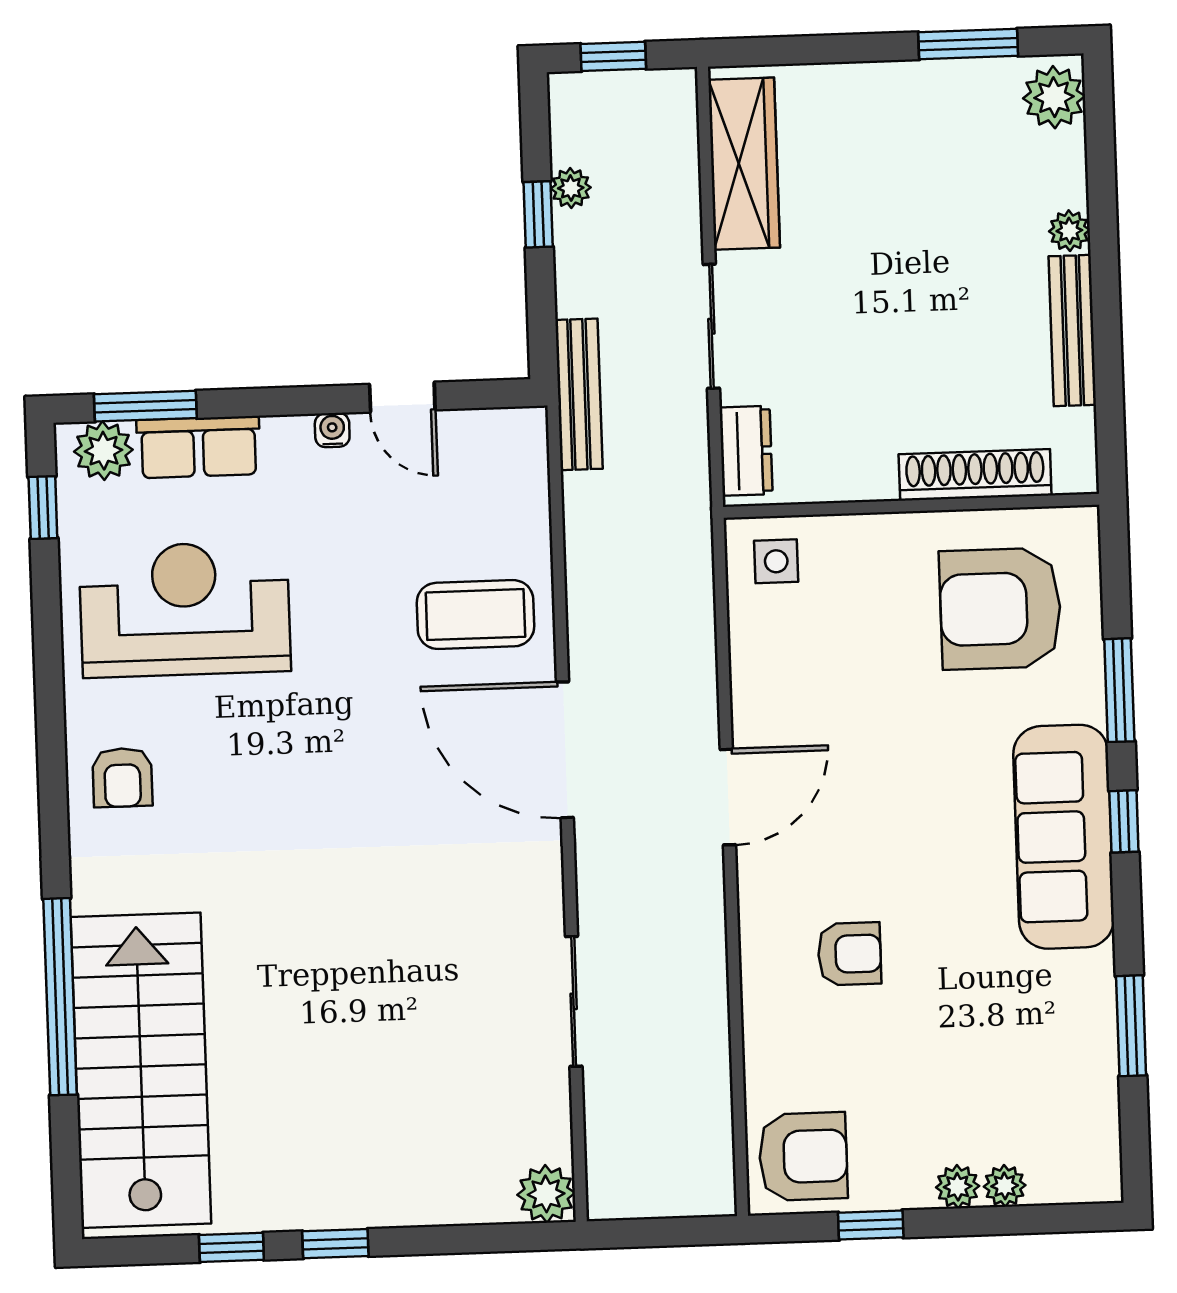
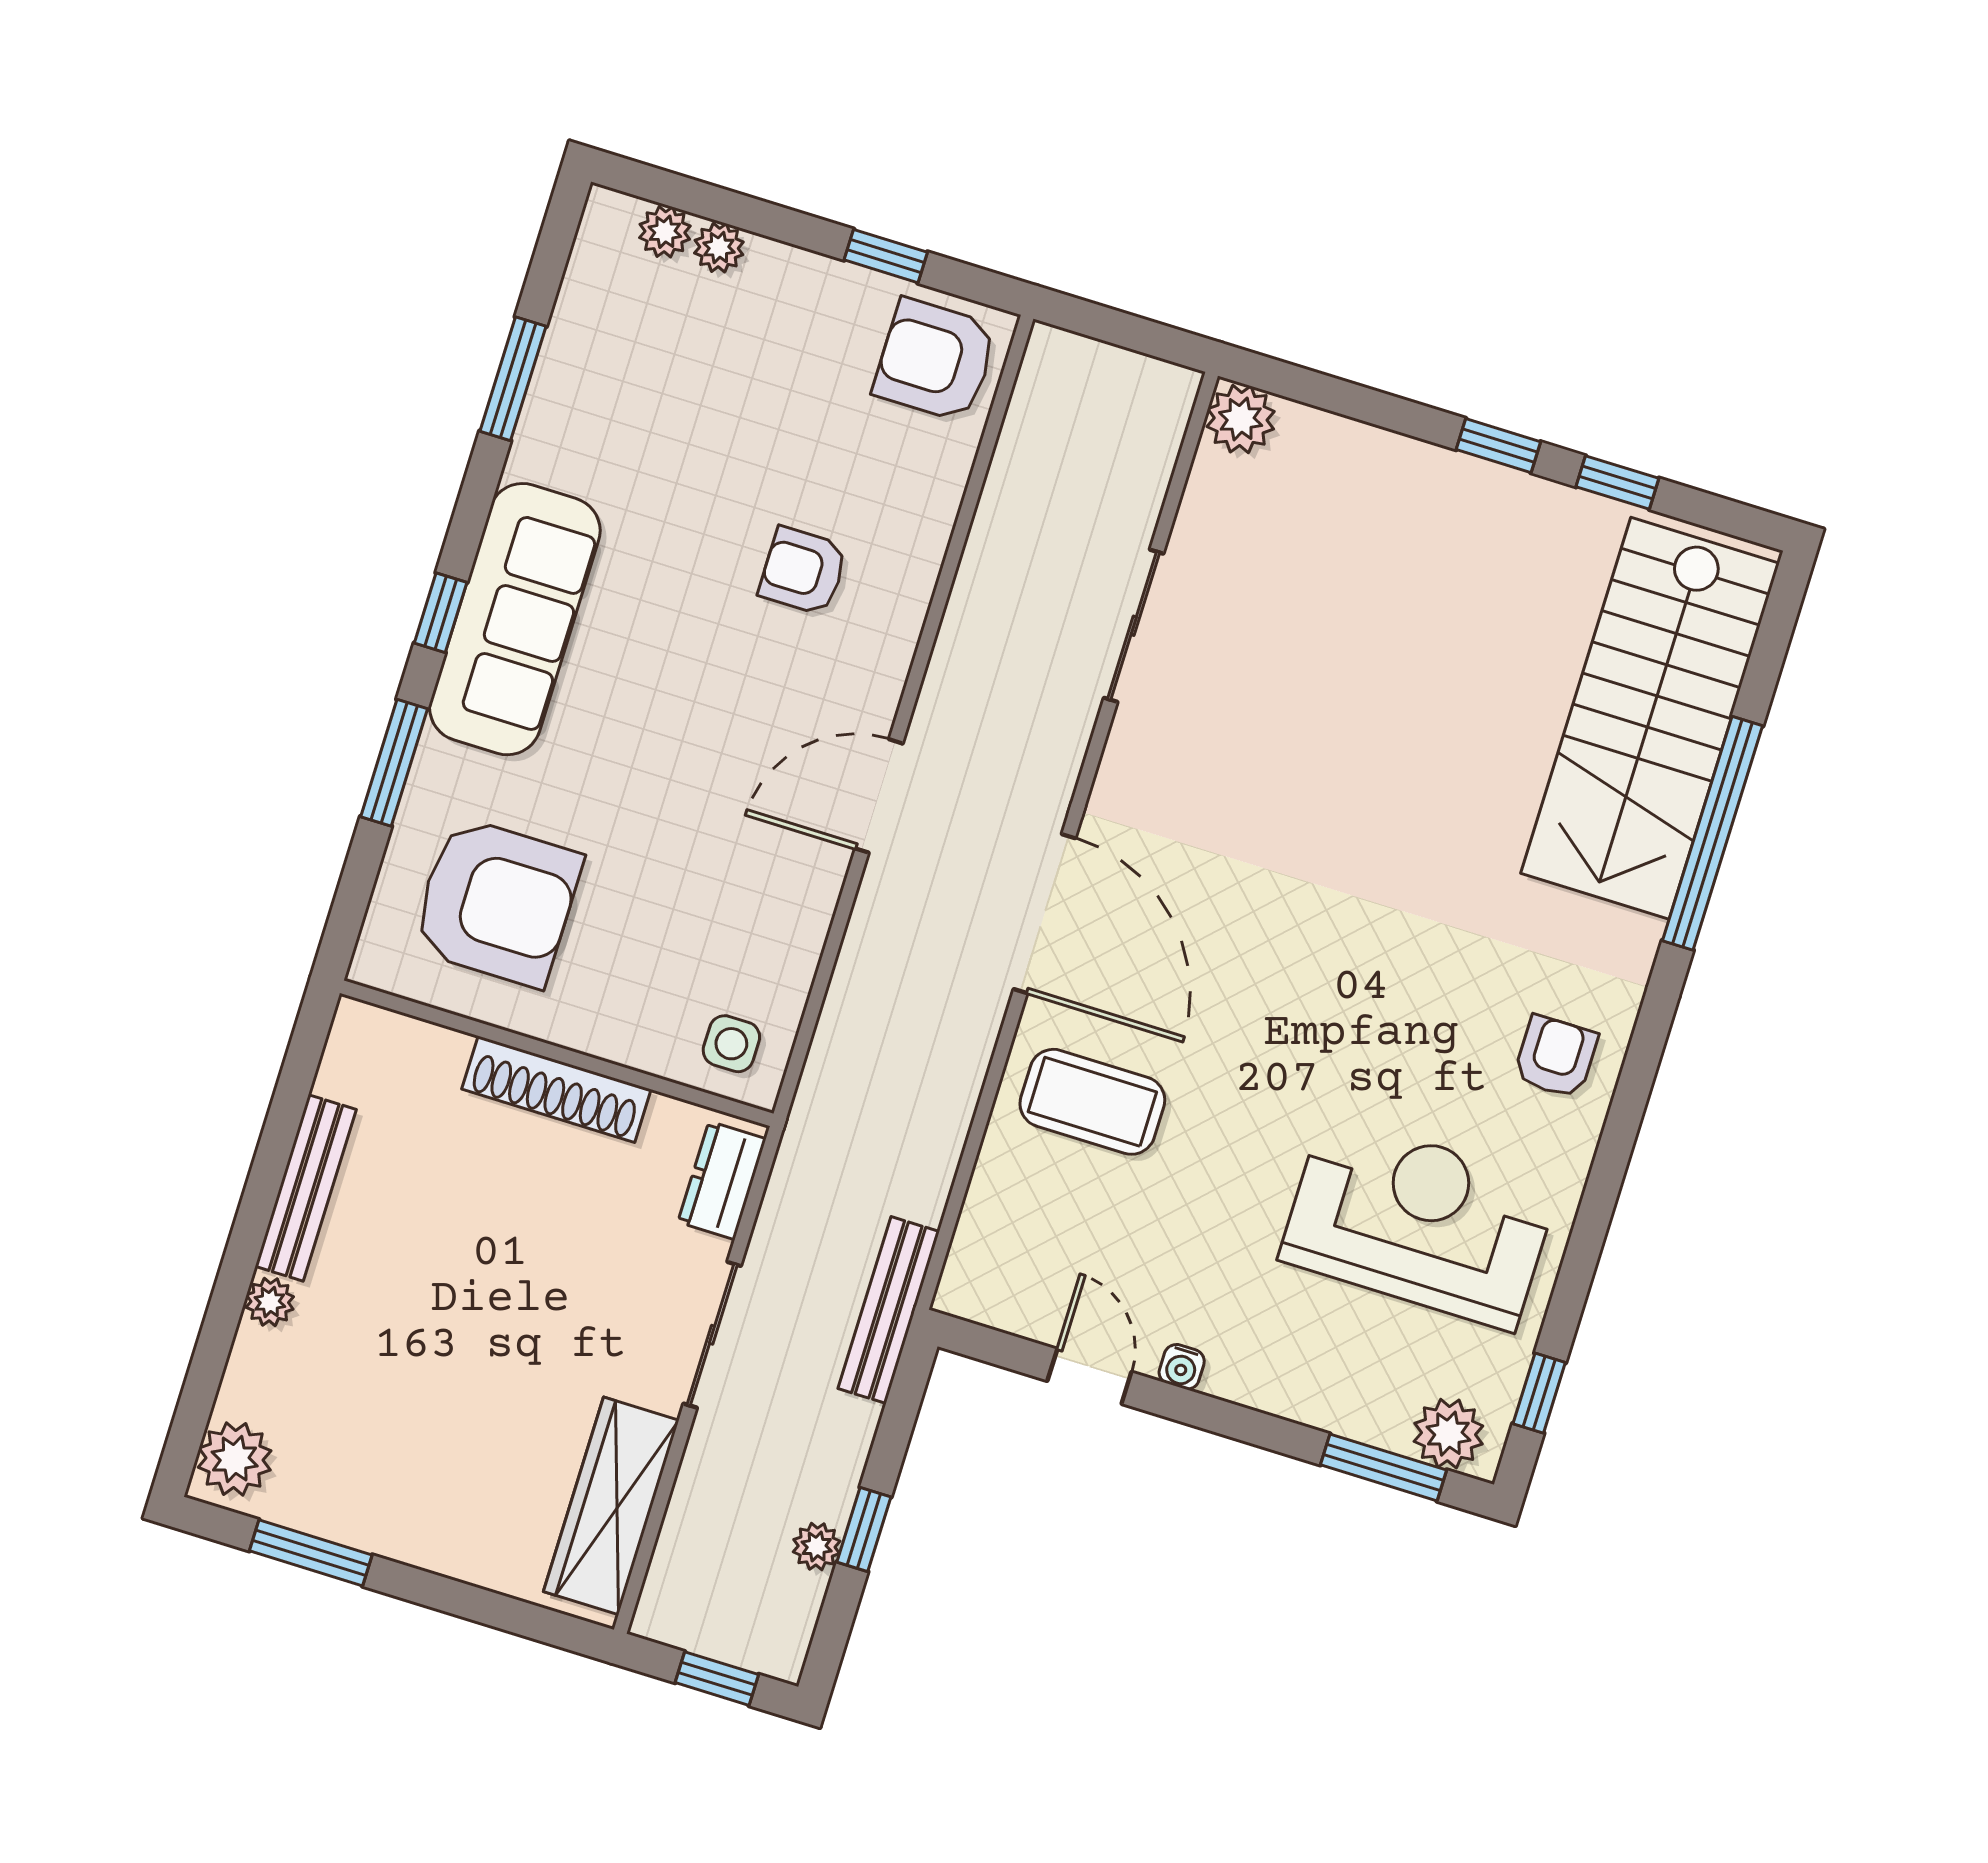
row of seats: (199, 447) -> (1340, 1400), removed
shoe rack: (975, 475) -> (556, 1089), moved
reception desk: (185, 609) -> (1419, 1222), turned 180
plant: (958, 1187) -> (665, 232), moved

